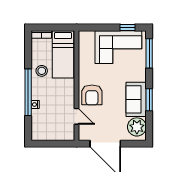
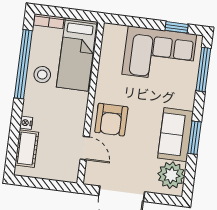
window: (28, 92) -> (23, 64), moved
cot: (38, 122) -> (27, 149), added

